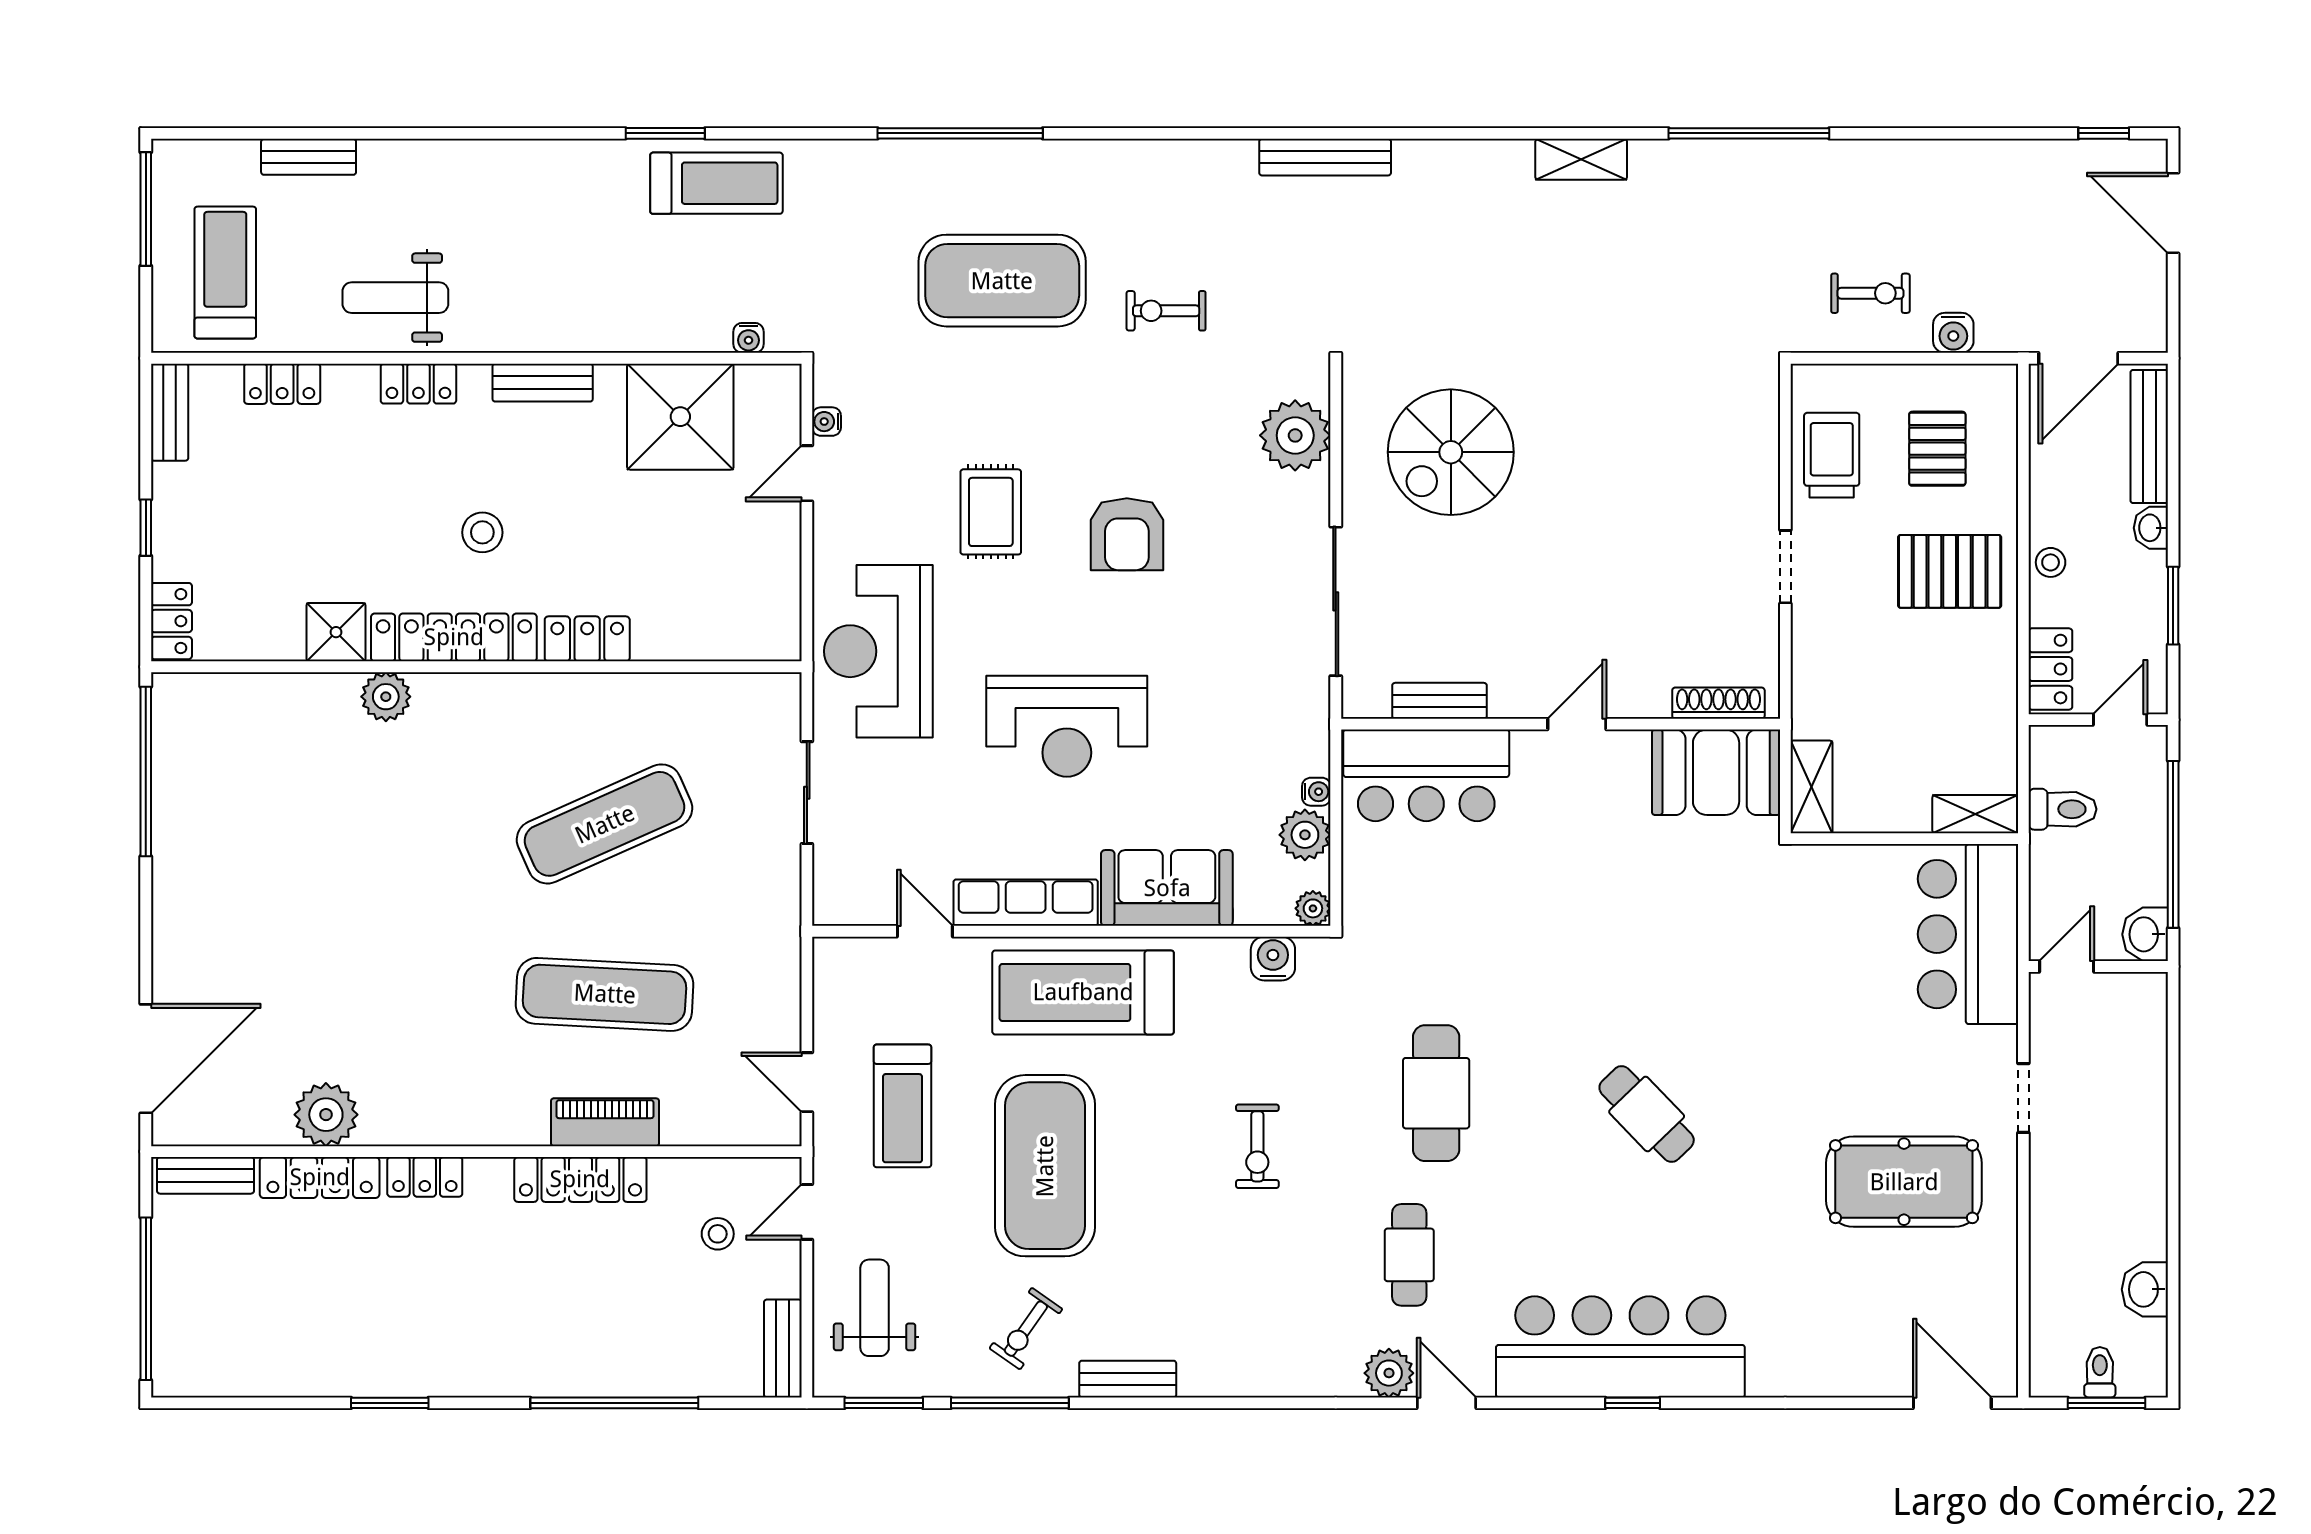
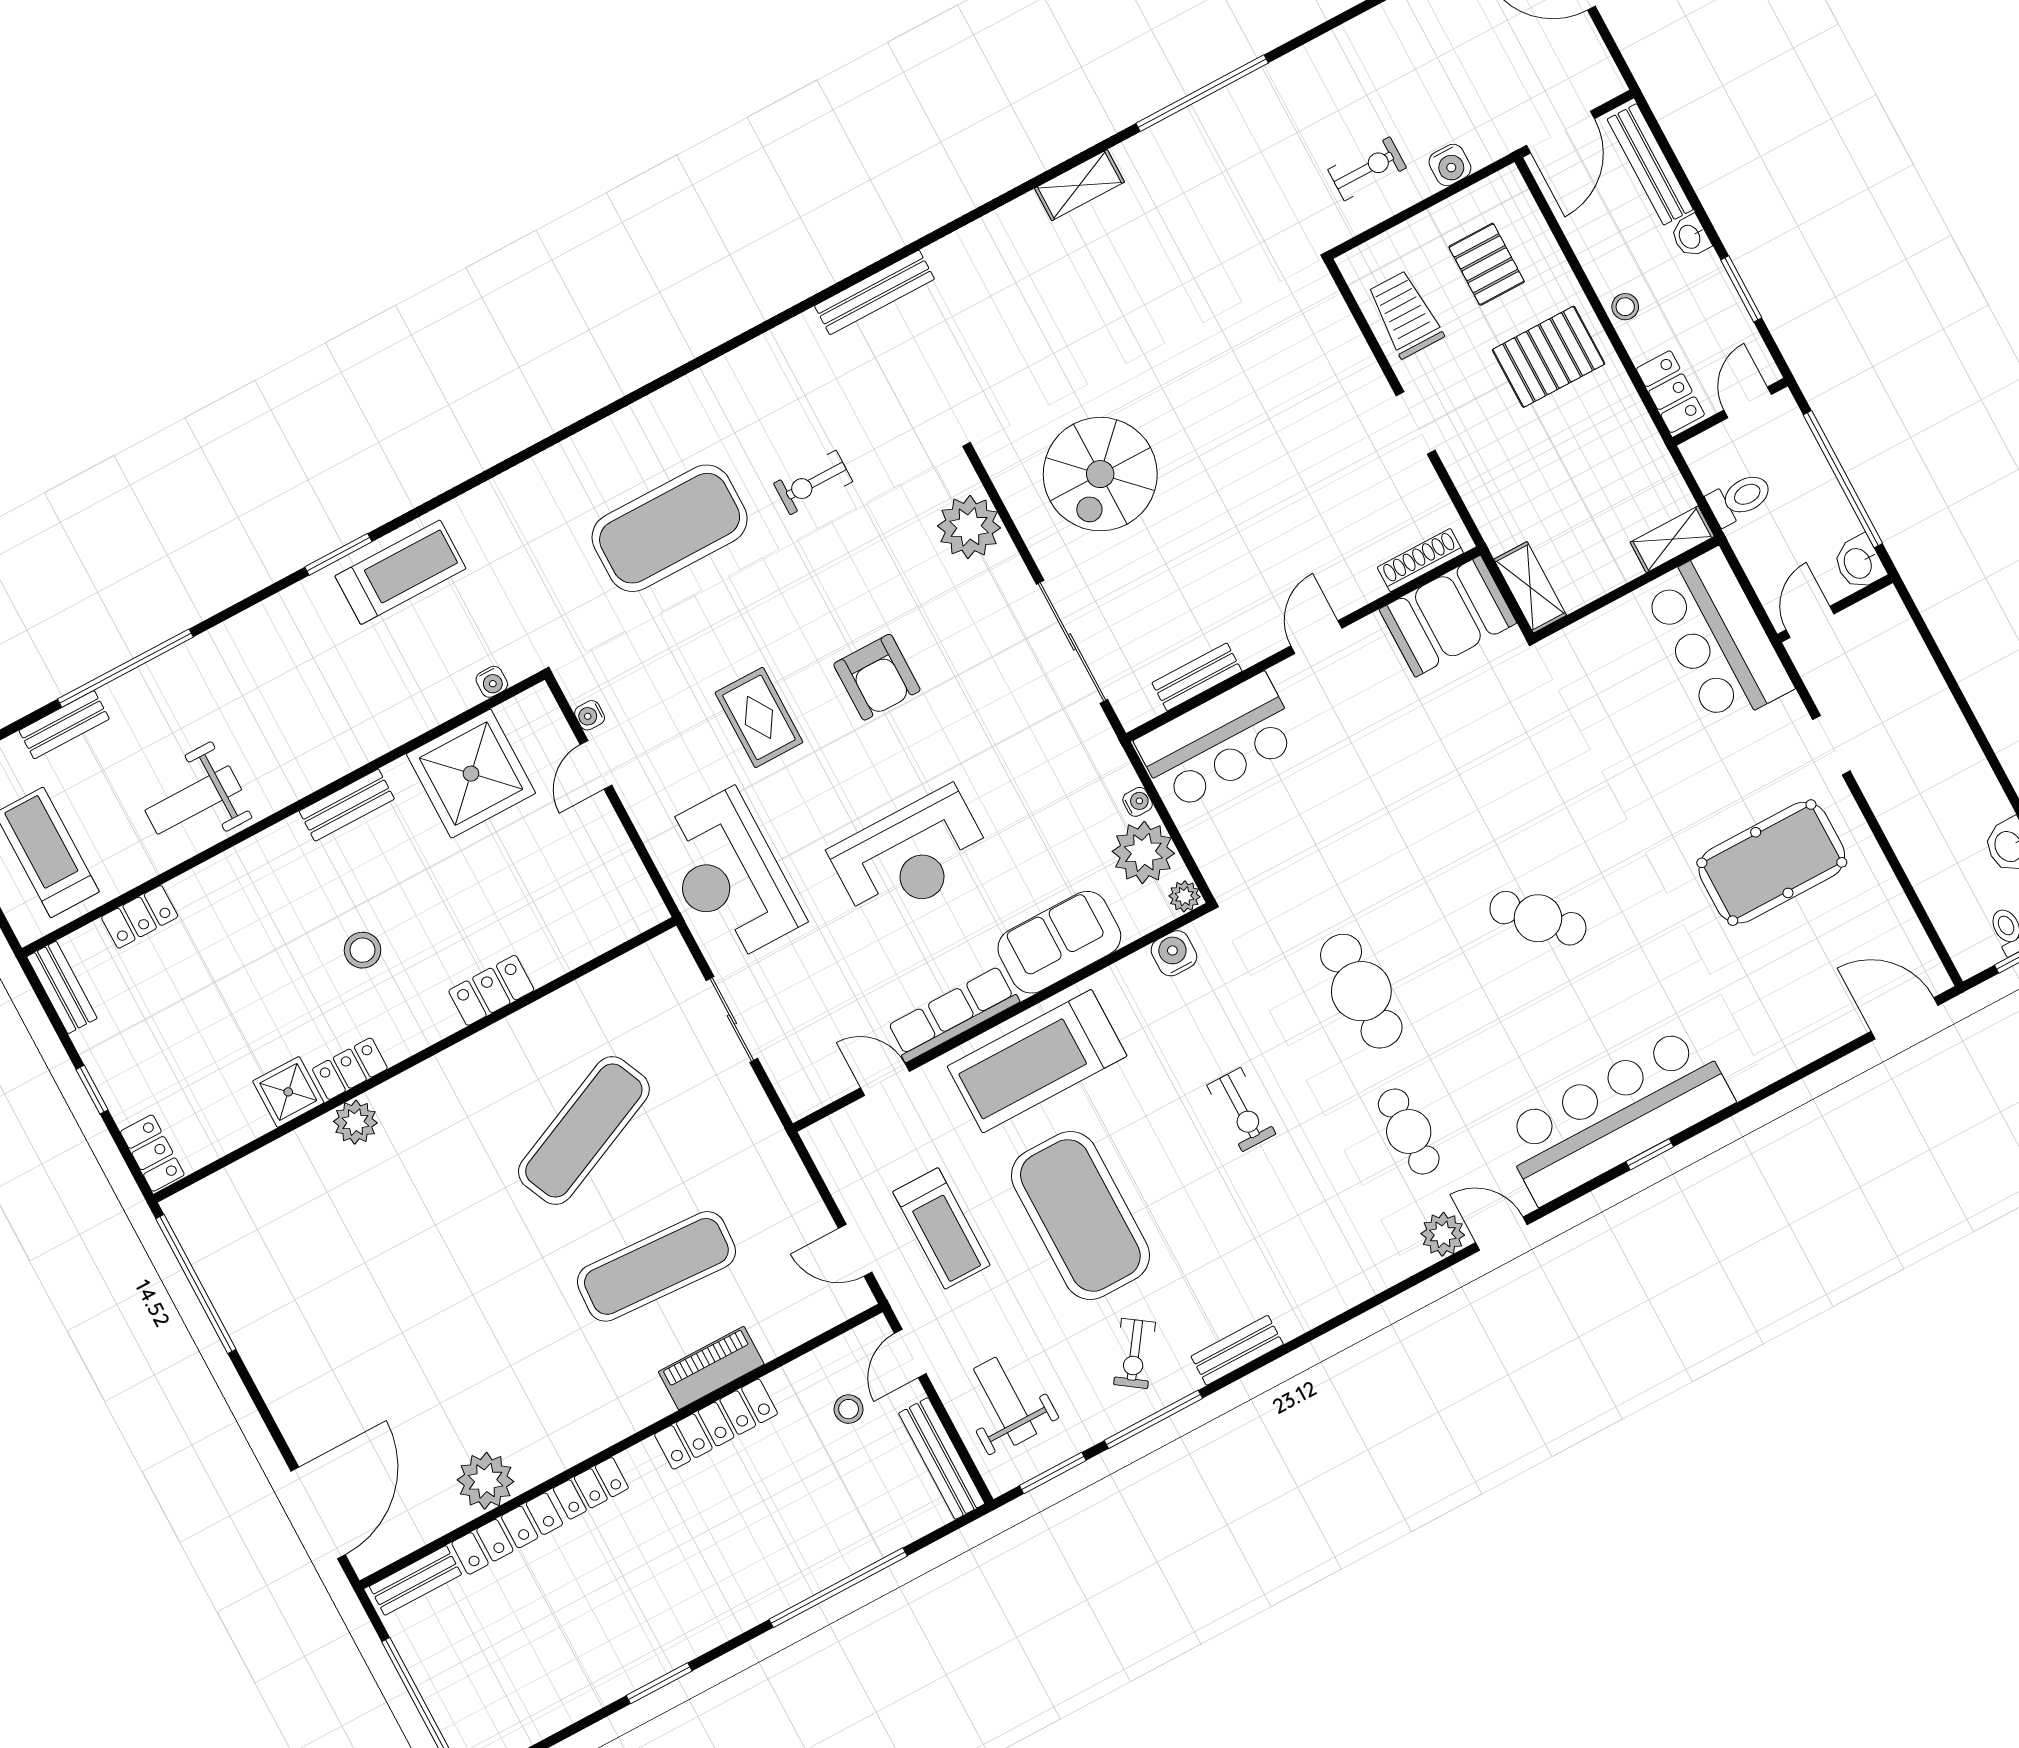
window: (960, 133) -> (125, 668), moved
locker: (418, 384) -> (248, 859), removed
locker: (454, 637) -> (350, 1069), width x0.46, depth x0.83
plant: (1305, 835) -> (1143, 852), width x1.36, depth x1.36
bench: (783, 1348) -> (942, 1458), width x1.36

